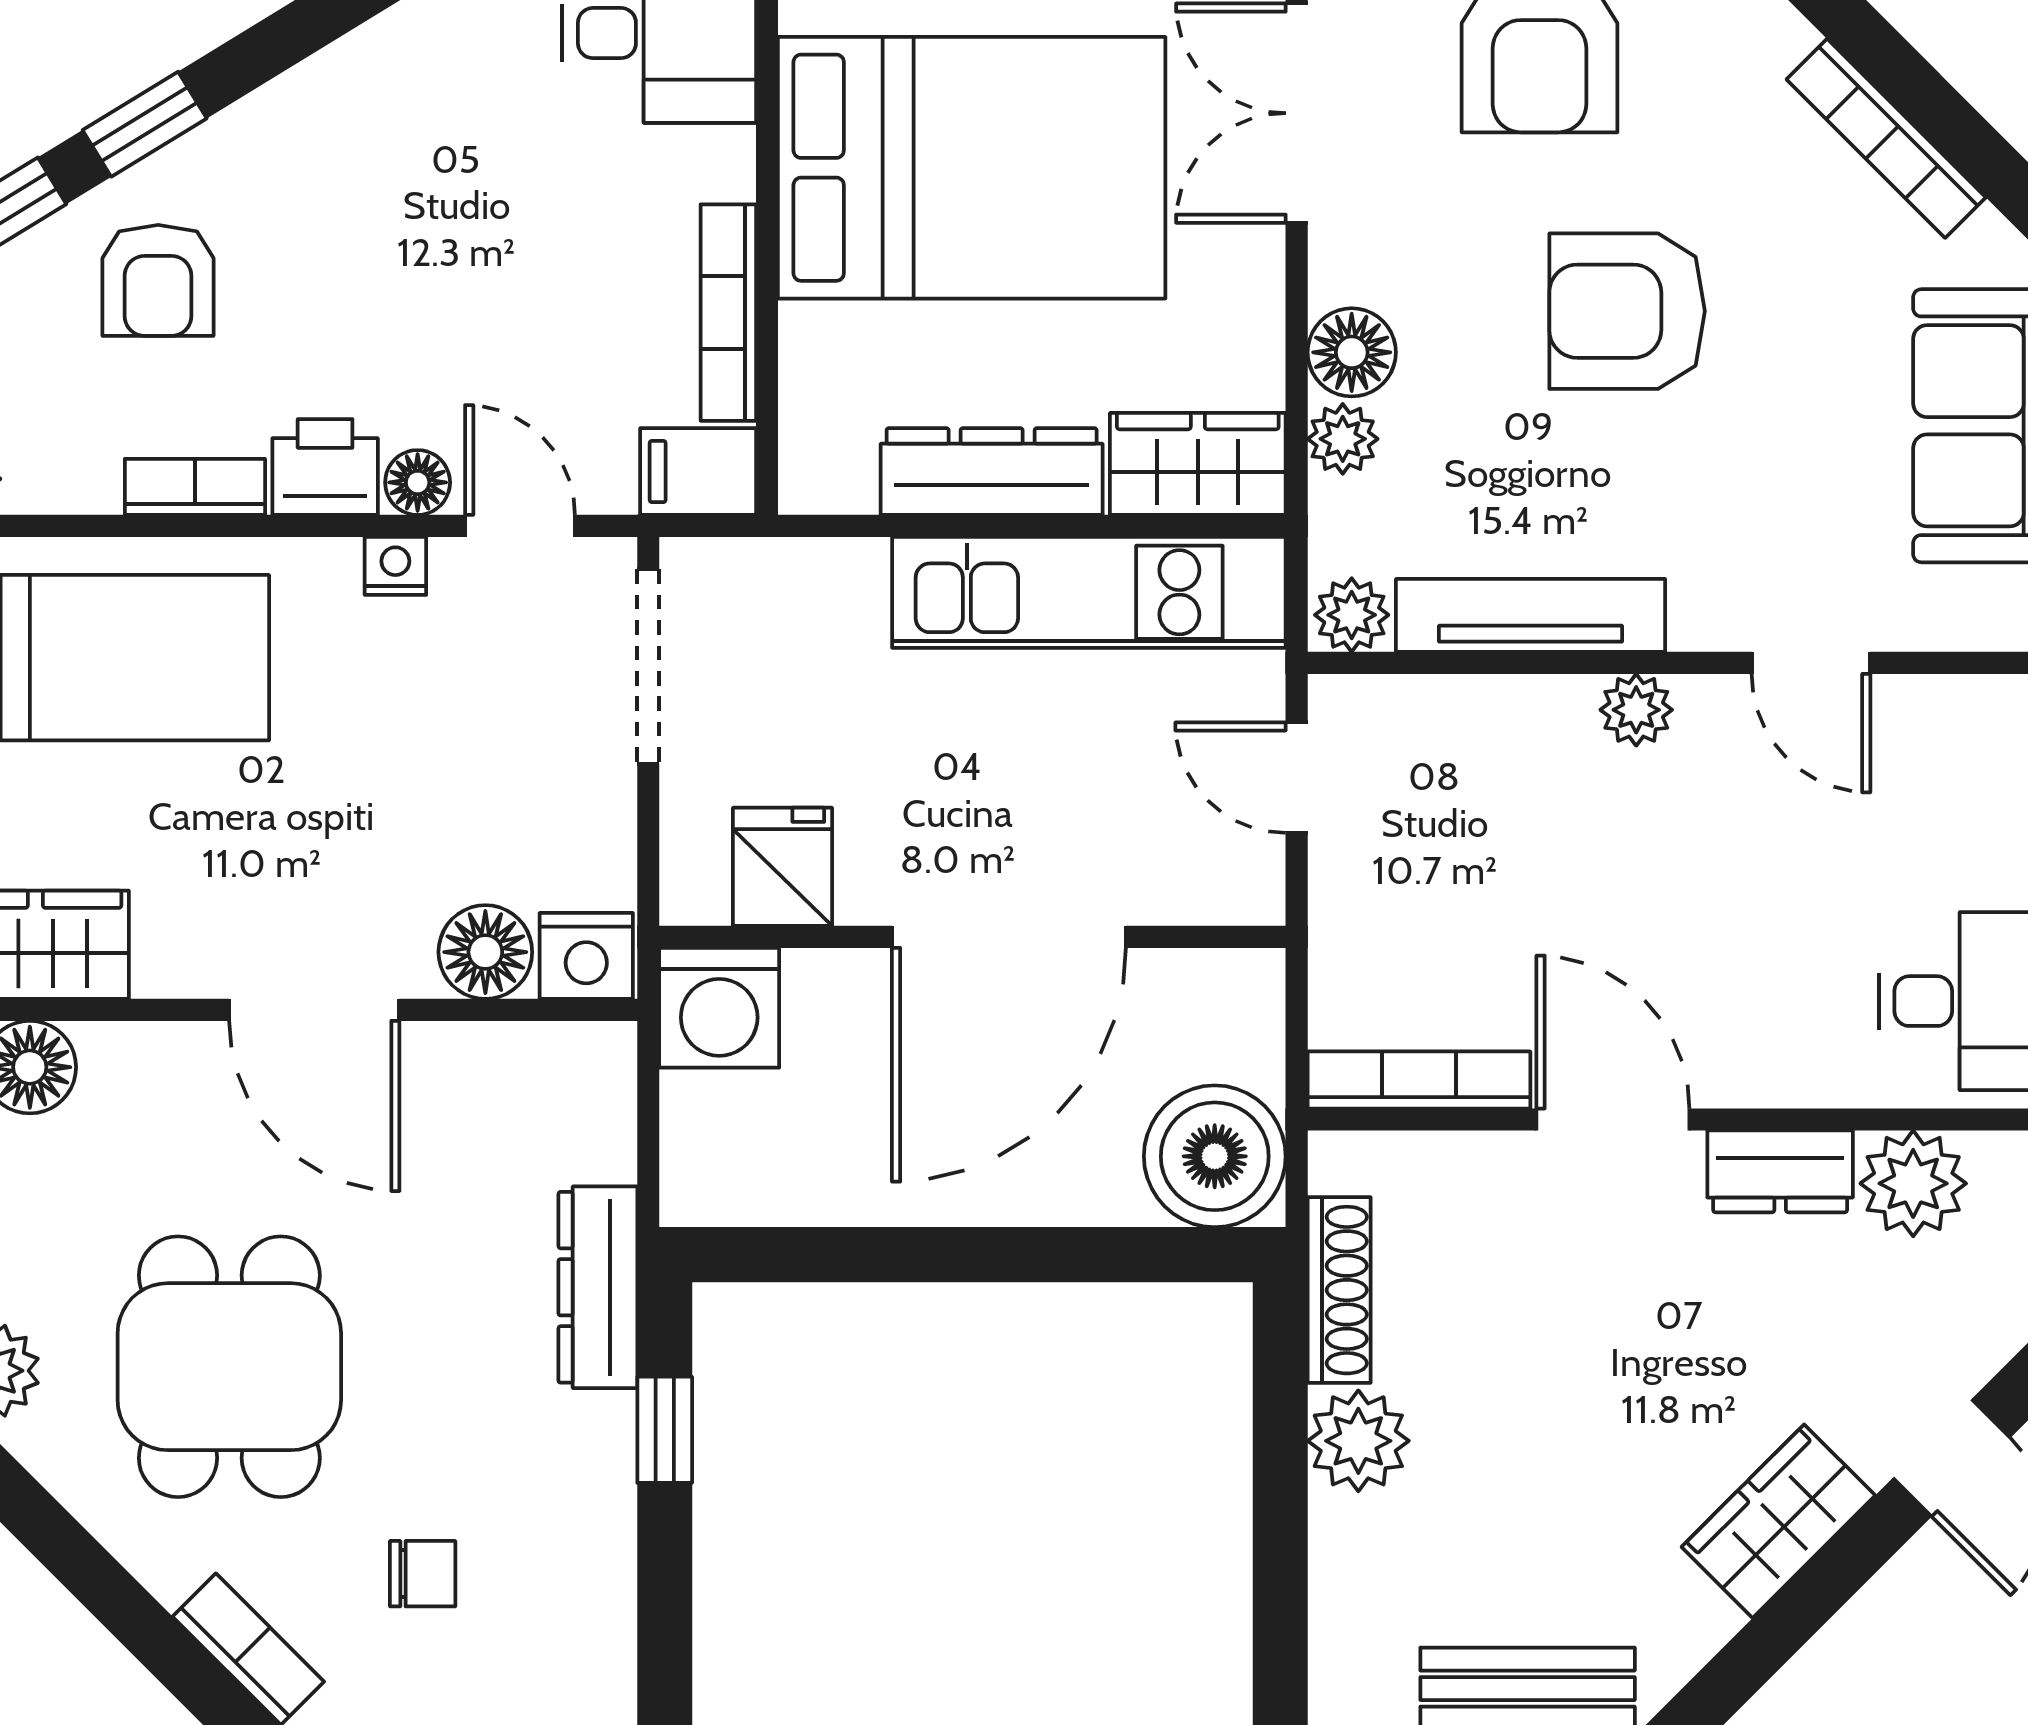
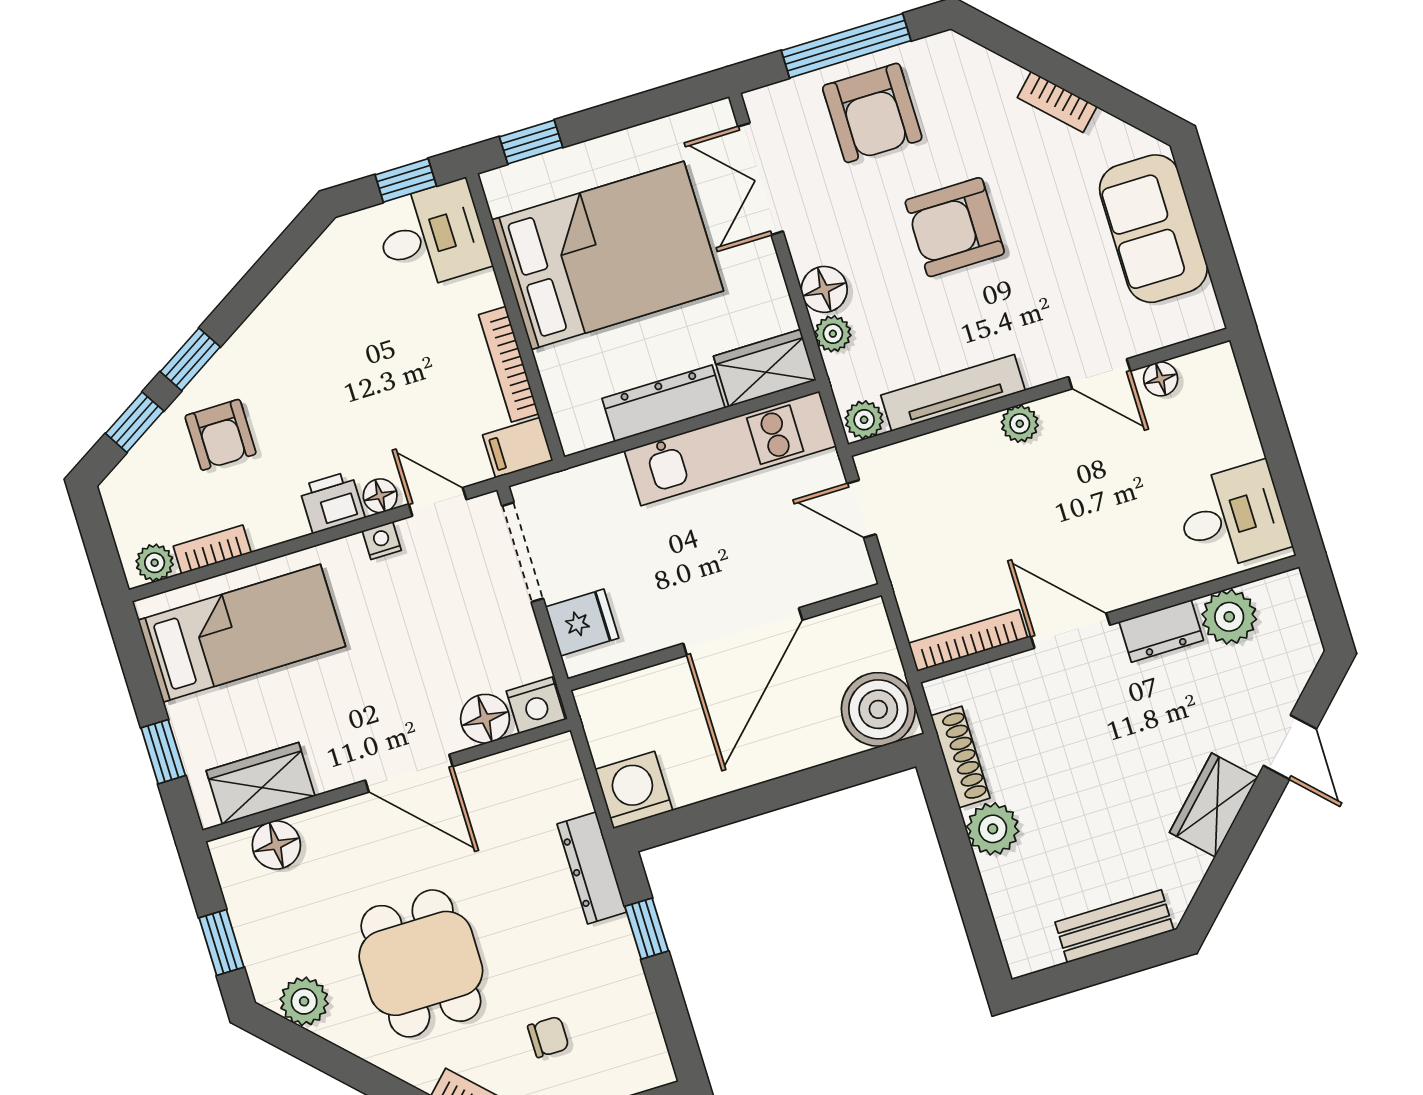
bookcase: (1886, 138) -> (1057, 102), width x0.64
bookcase: (195, 487) -> (212, 550), moved
floor lamp: (1921, 707) -> (1161, 379), added
fridge: (783, 867) -> (582, 622), moved, turned 90
washing machine: (719, 1008) -> (634, 790), moved, turned 180

